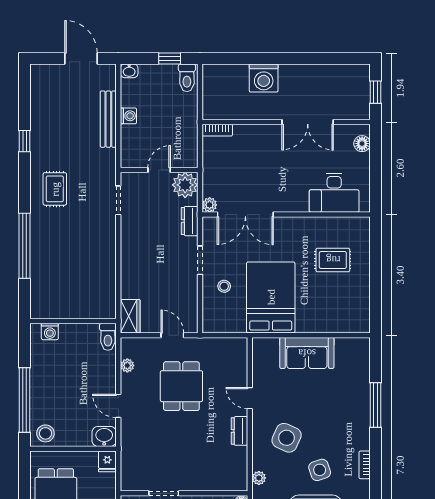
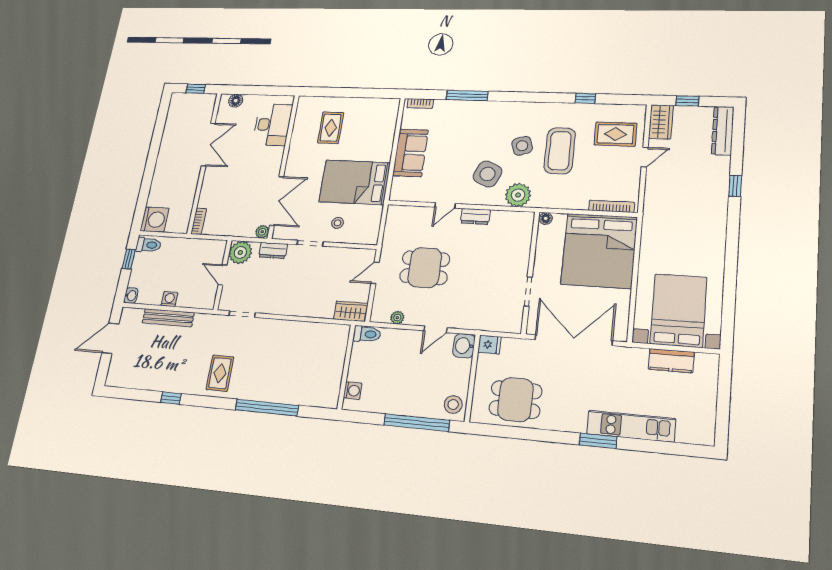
washing machine: (264, 78) -> (154, 219), moved
rug: (55, 189) -> (220, 373), turned 90
bookcase: (365, 465) -> (420, 103), moved
plant: (259, 478) -> (518, 195), width x1.88, depth x1.88

